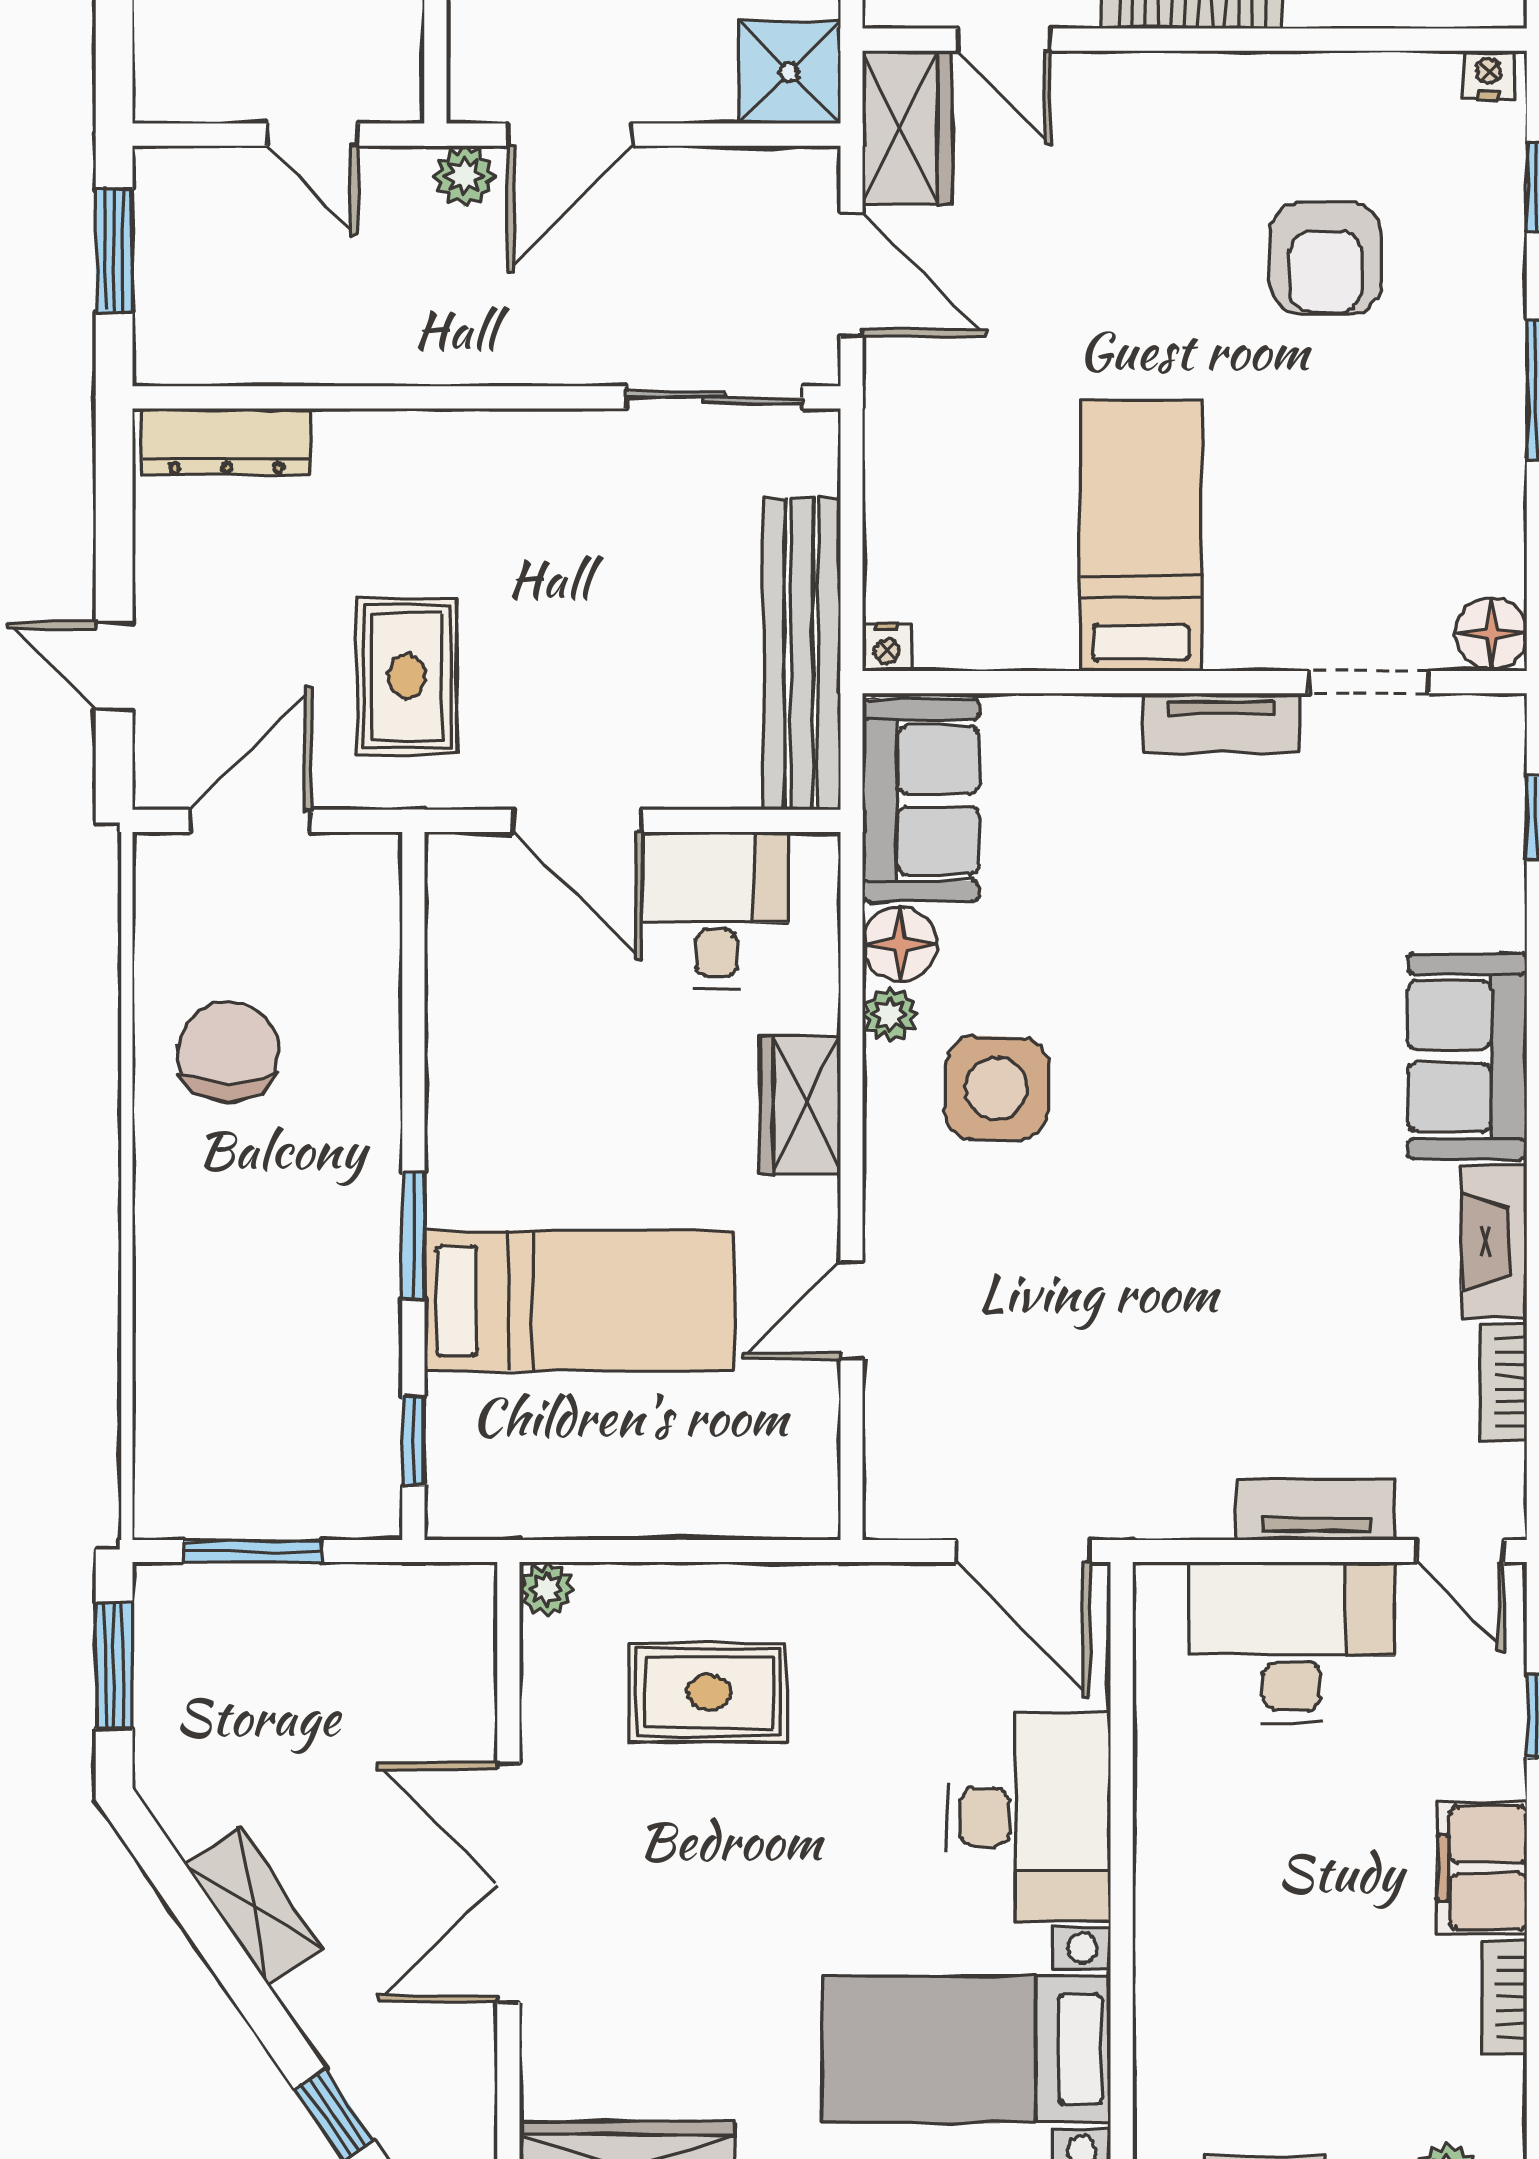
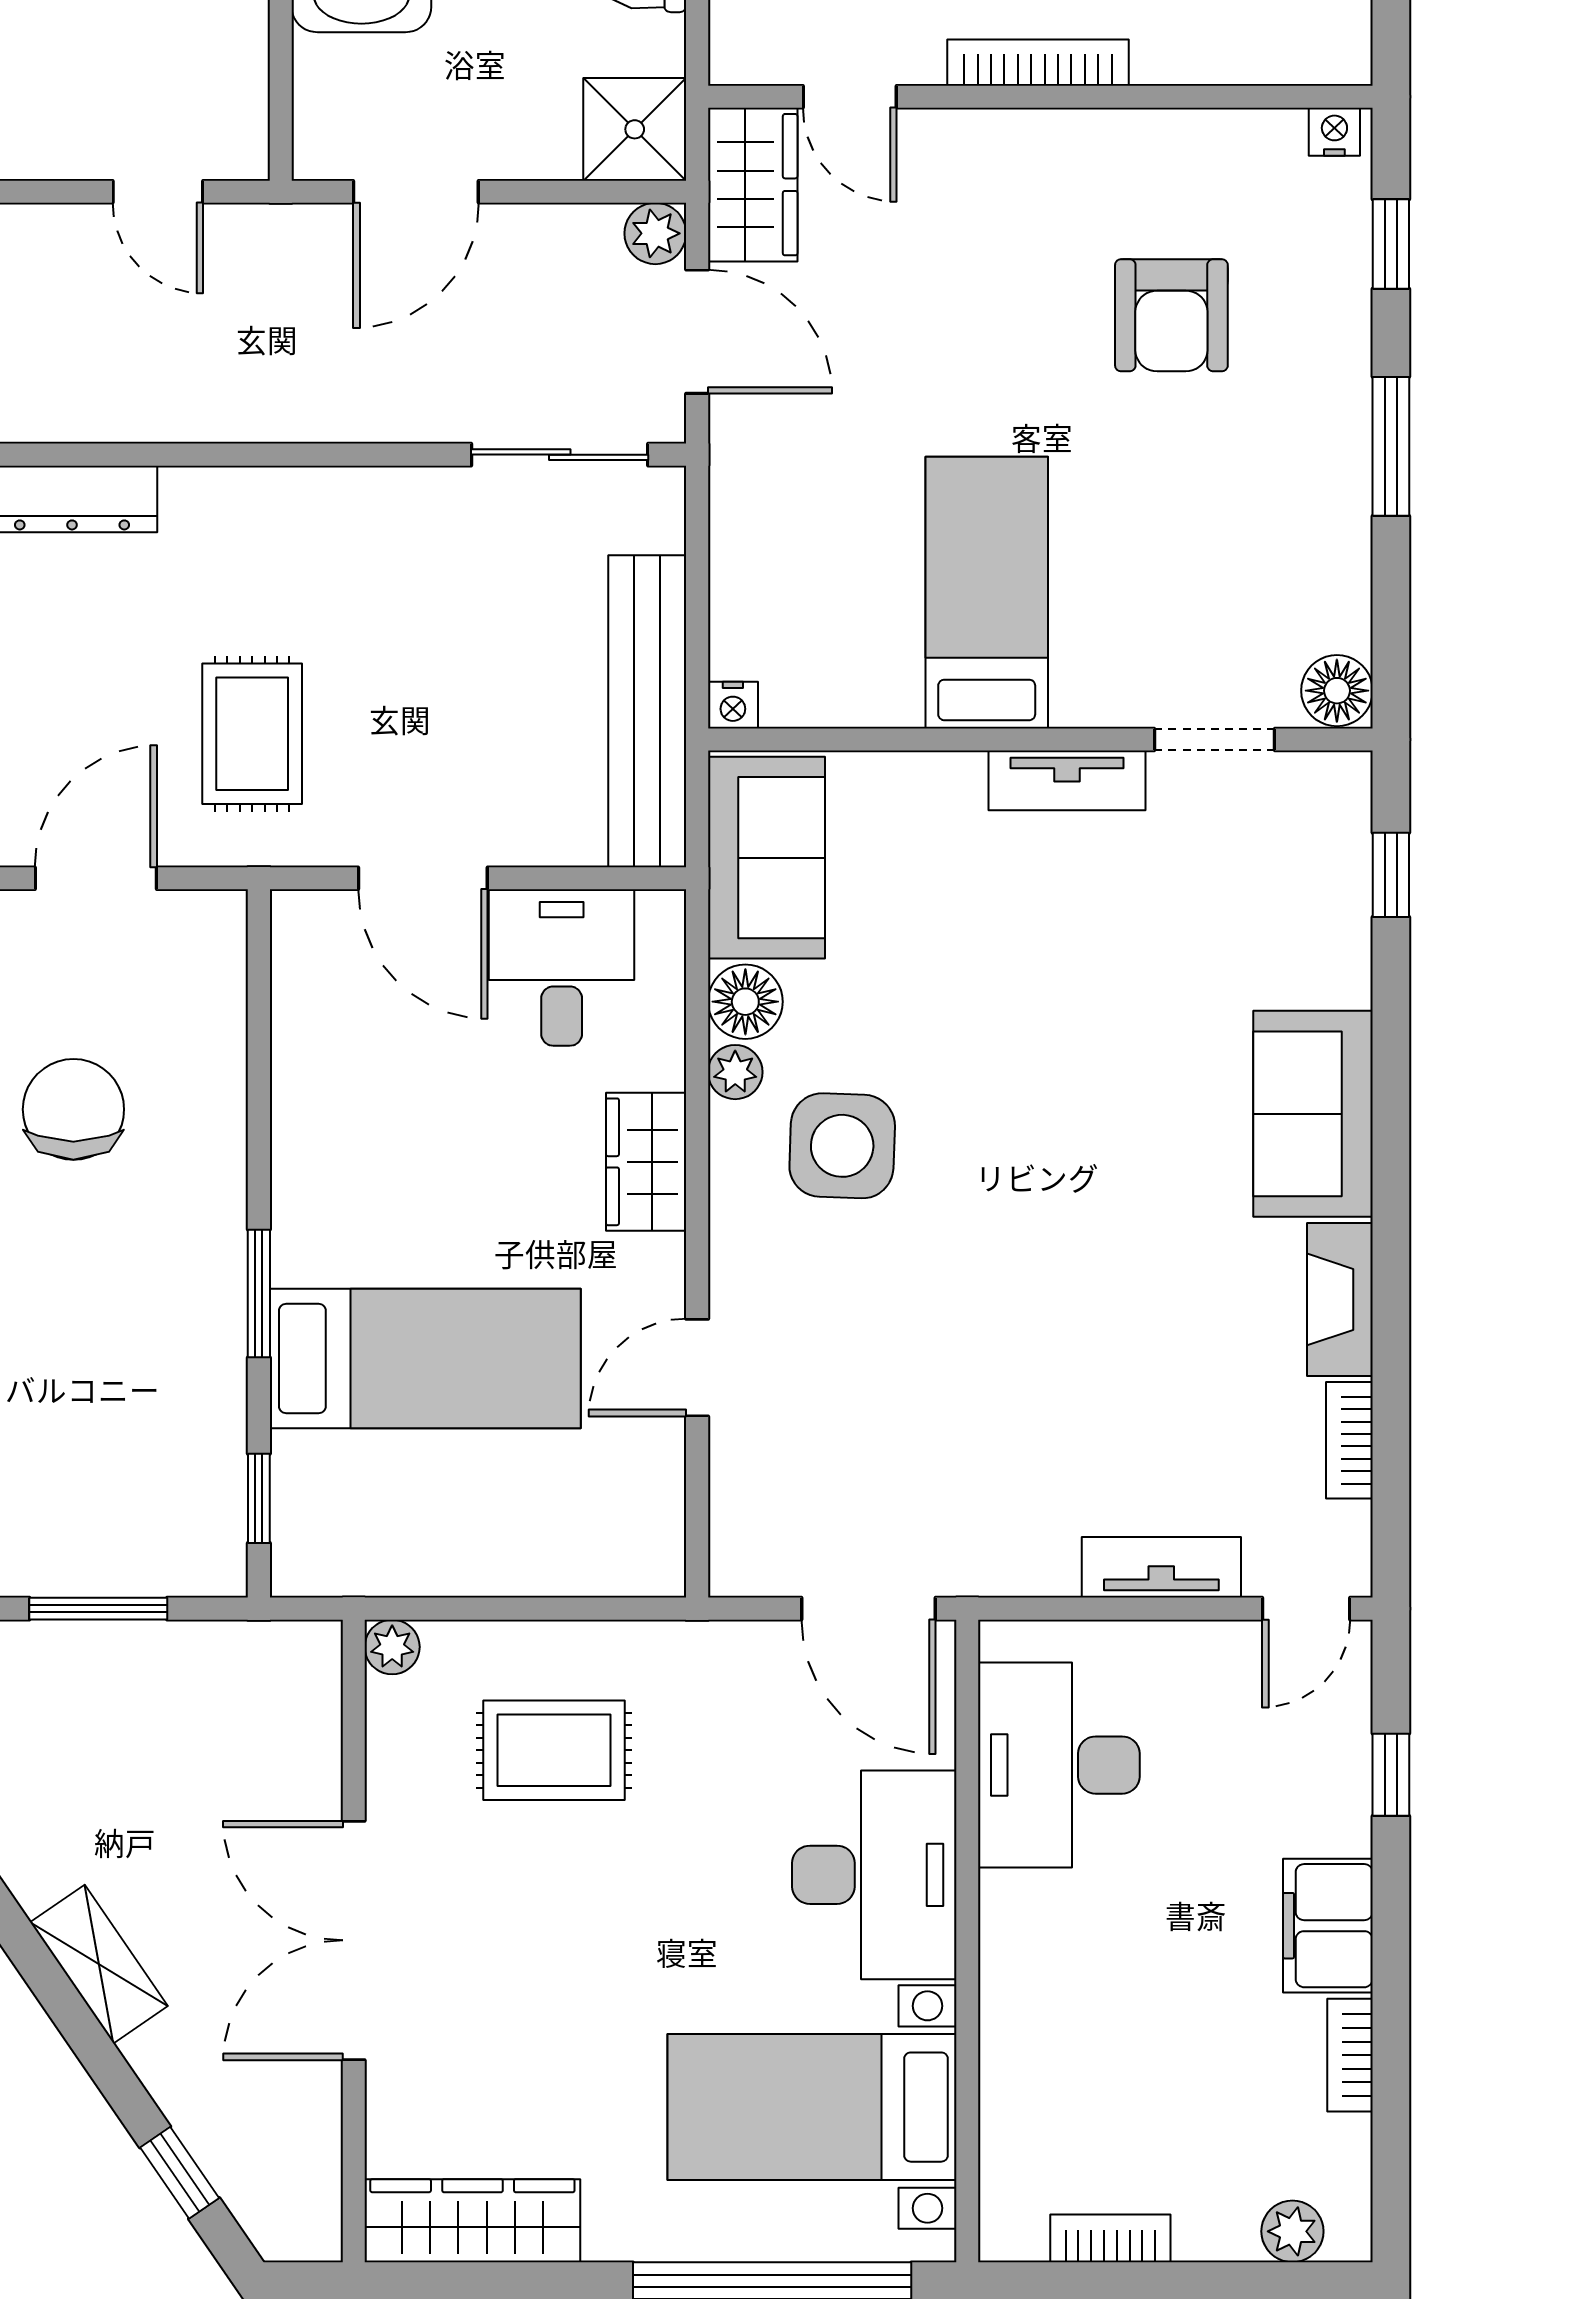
plant: (464, 176) -> (655, 233), moved
door: (1460, 1551) -> (1306, 1609), hinge flipped
desk: (1292, 1643) -> (1059, 1765), moved, turned -90

